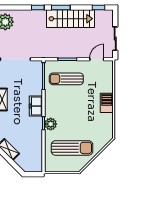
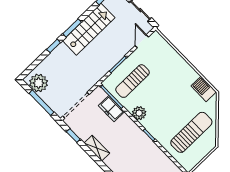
barbecue: (107, 103) -> (204, 89), moved
freezer: (36, 106) -> (111, 109), moved
plant: (51, 124) -> (139, 113), moved

